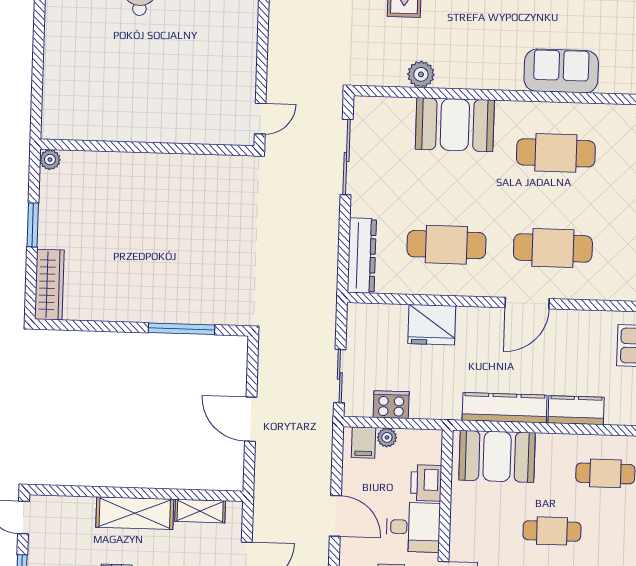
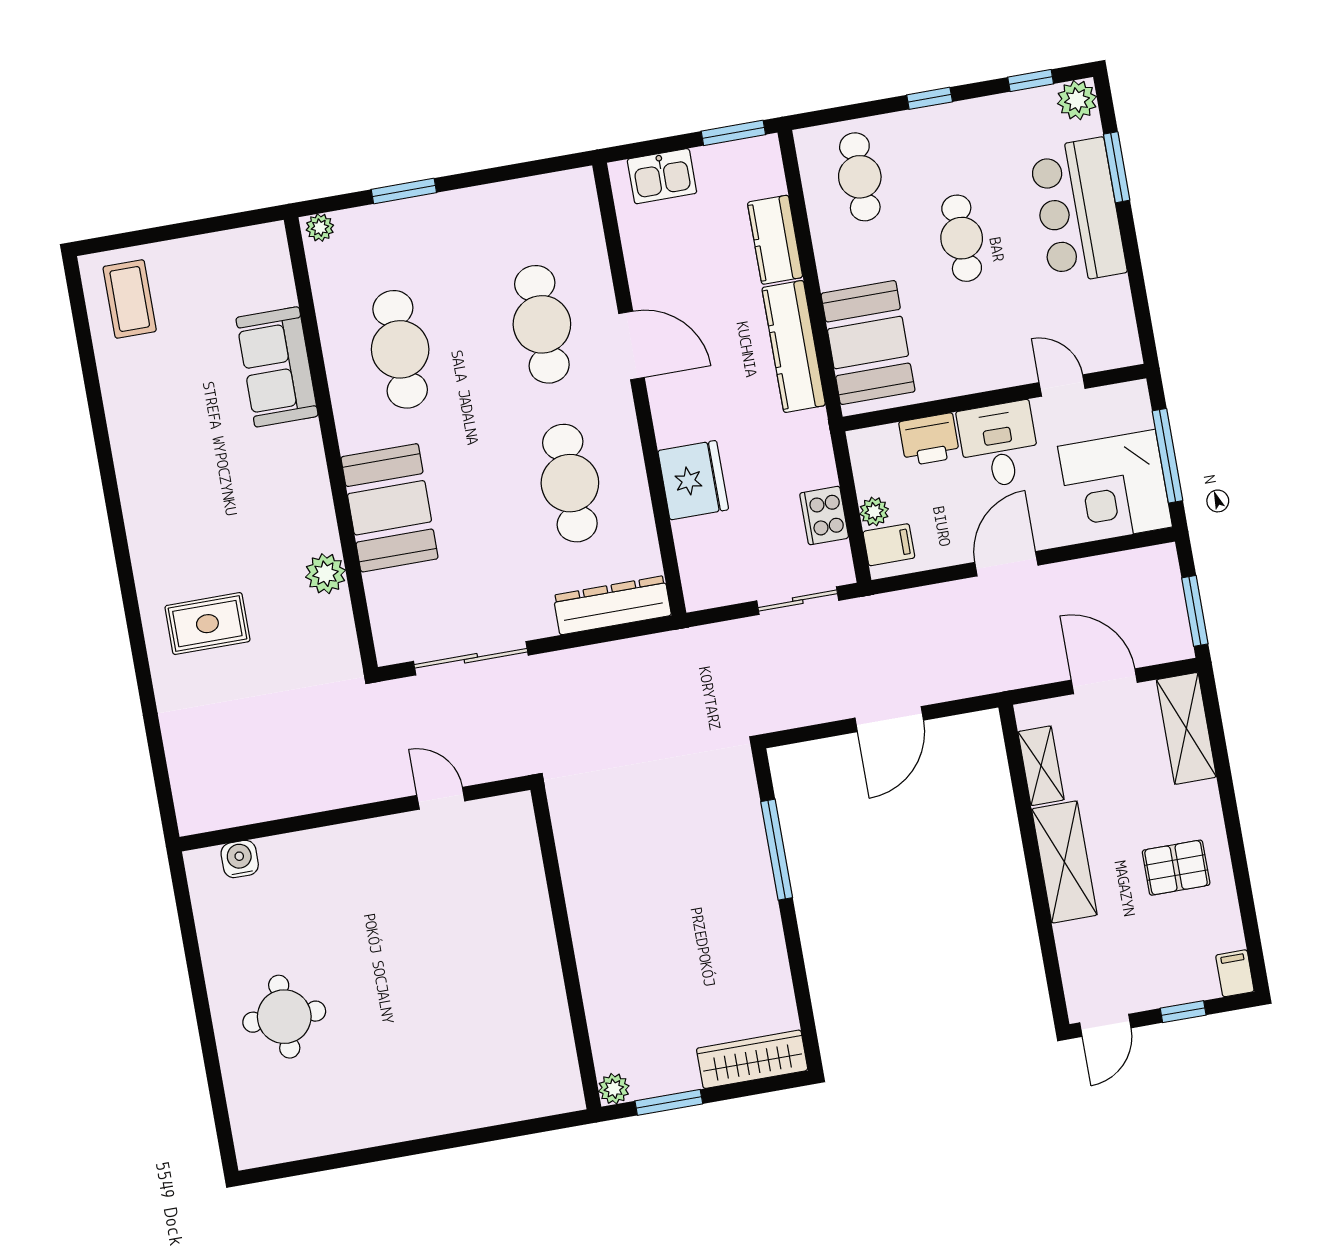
wall: (147, 147) -> (566, 948), moved
plant: (50, 160) -> (614, 1089), moved

